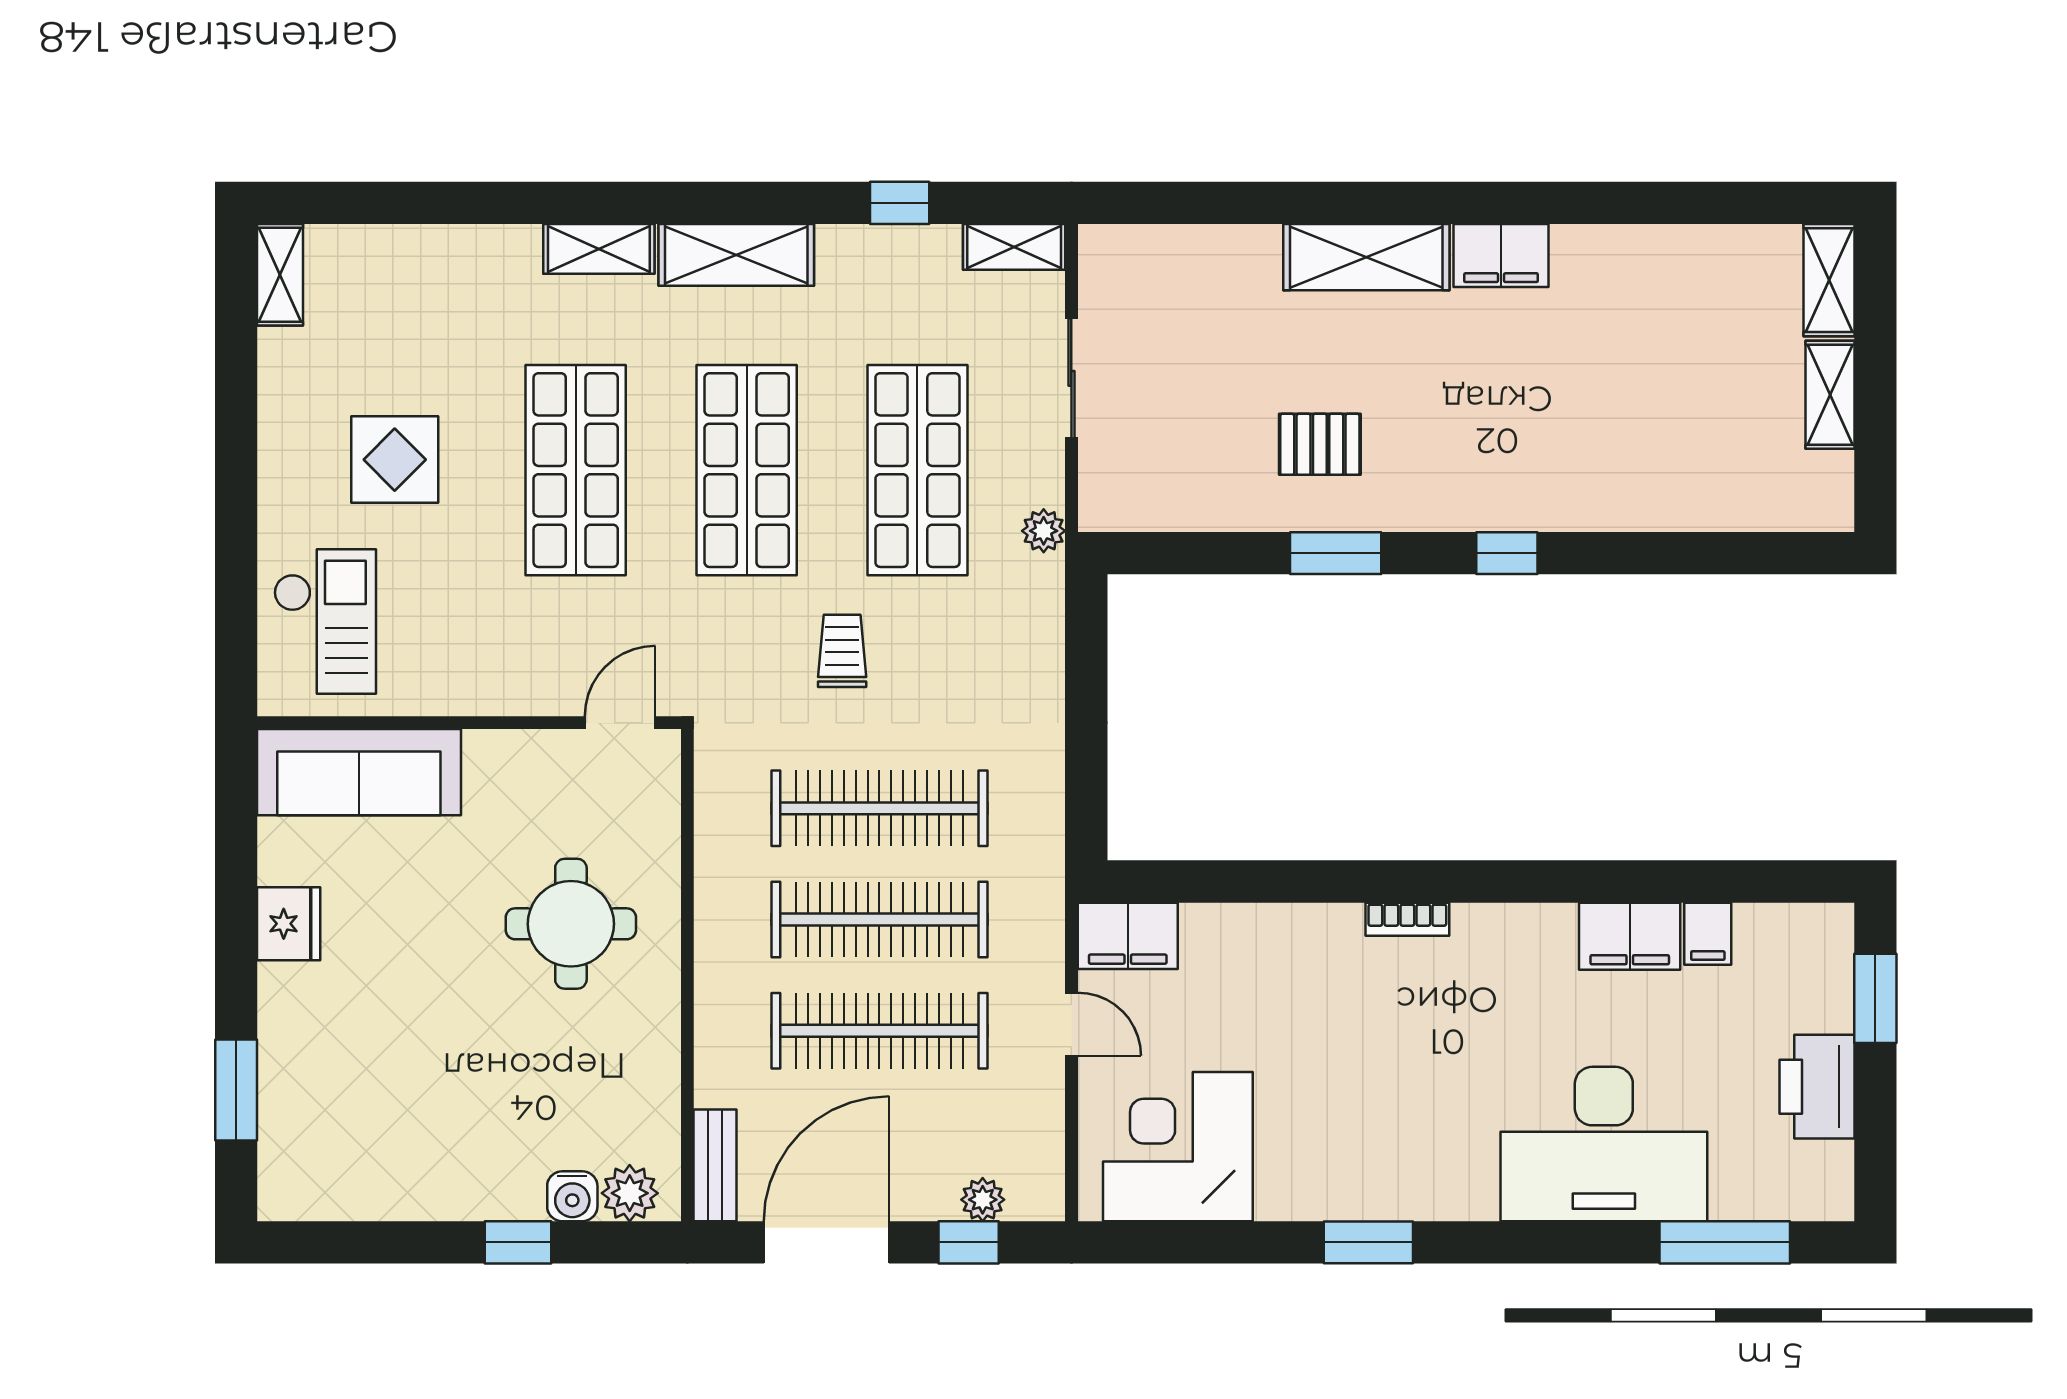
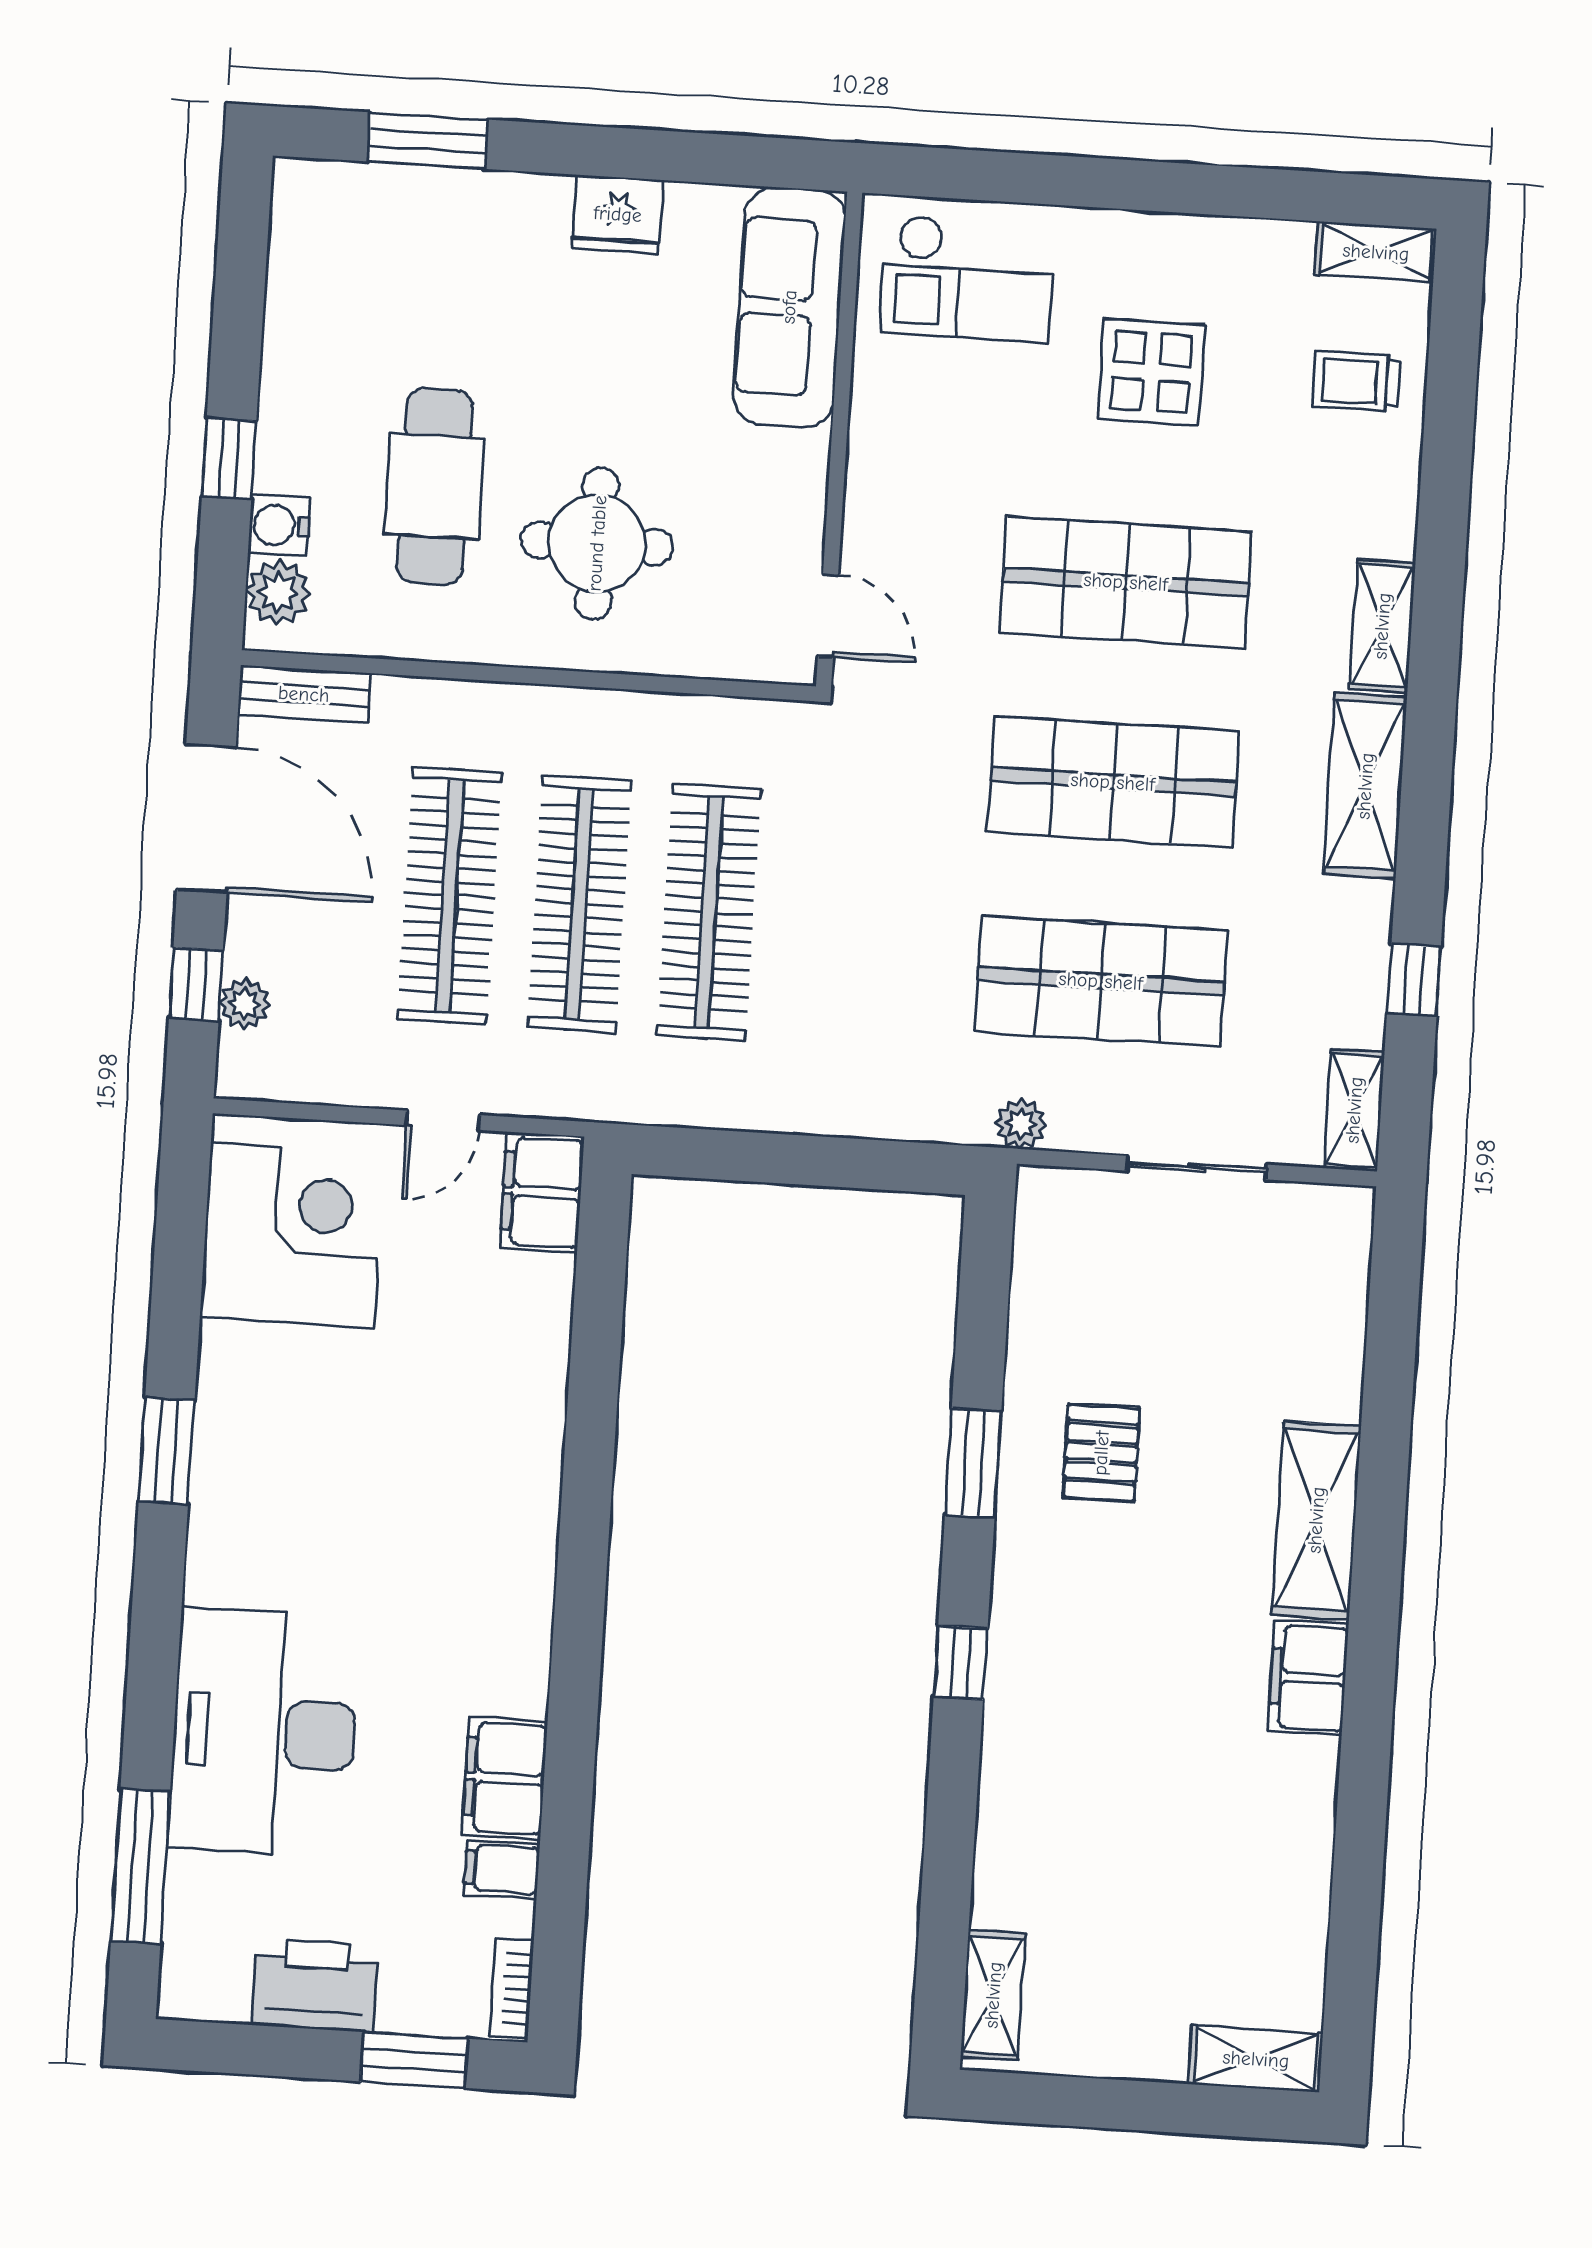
shelving: (1830, 395) -> (993, 1995), moved, turned 90
trolley: (842, 651) -> (1356, 381), moved, turned 180
bookcase: (1407, 919) -> (511, 1988), moved
cafe table: (531, 1065) -> (435, 486), added

